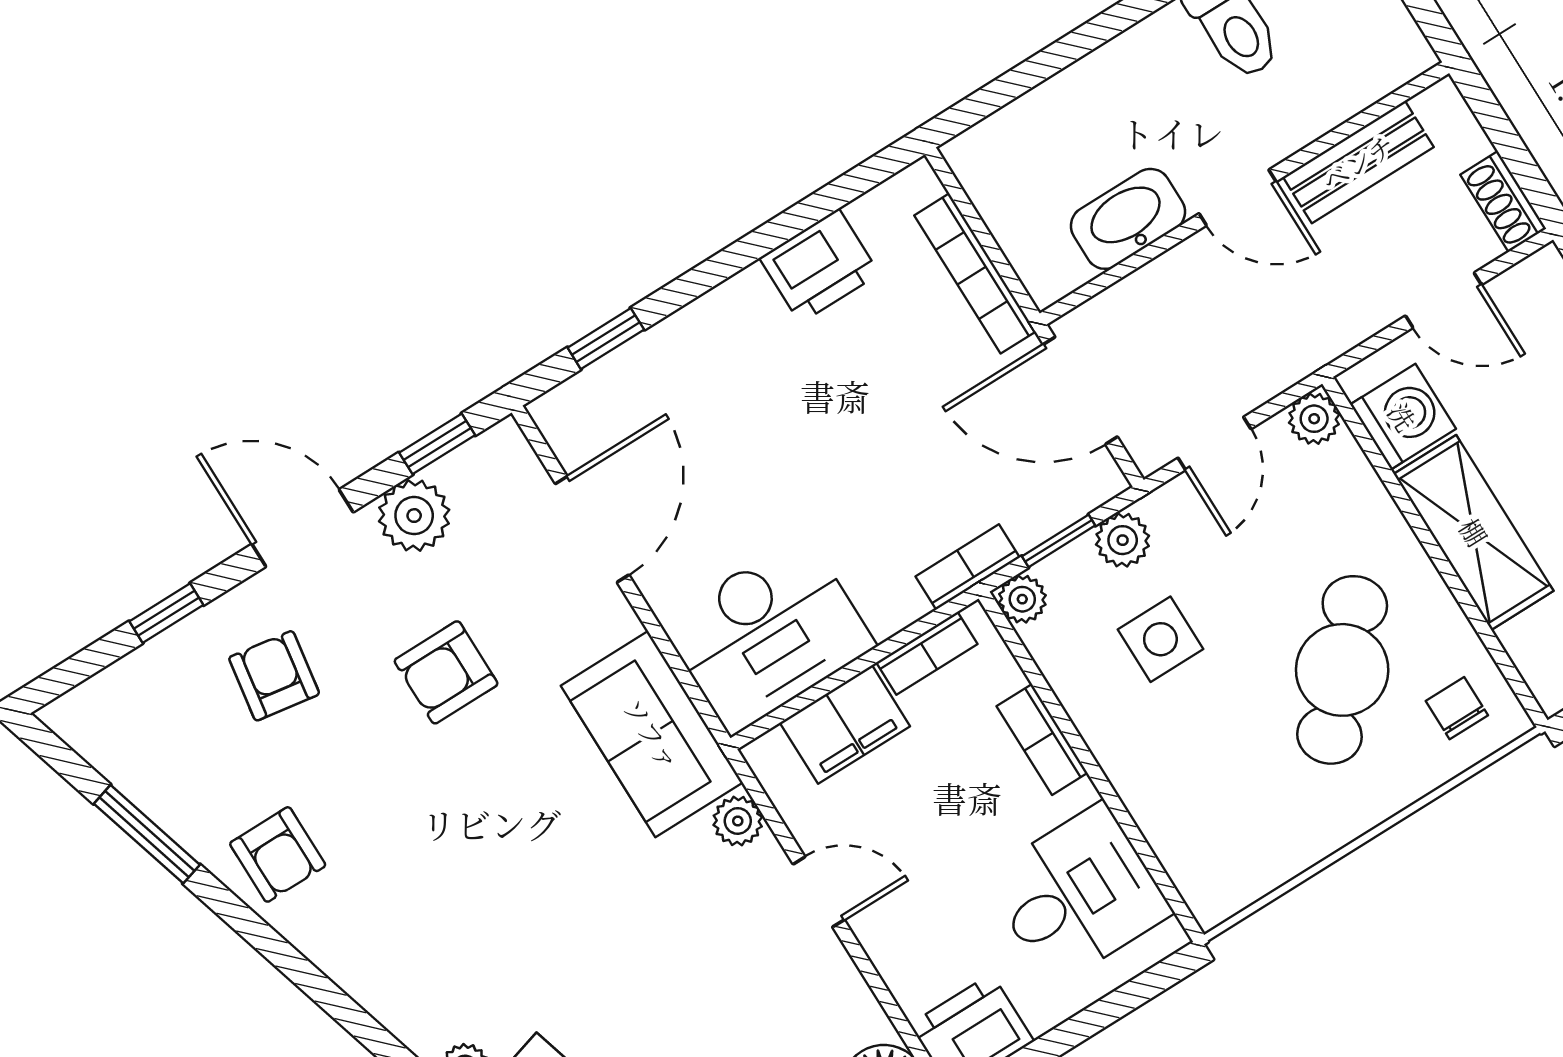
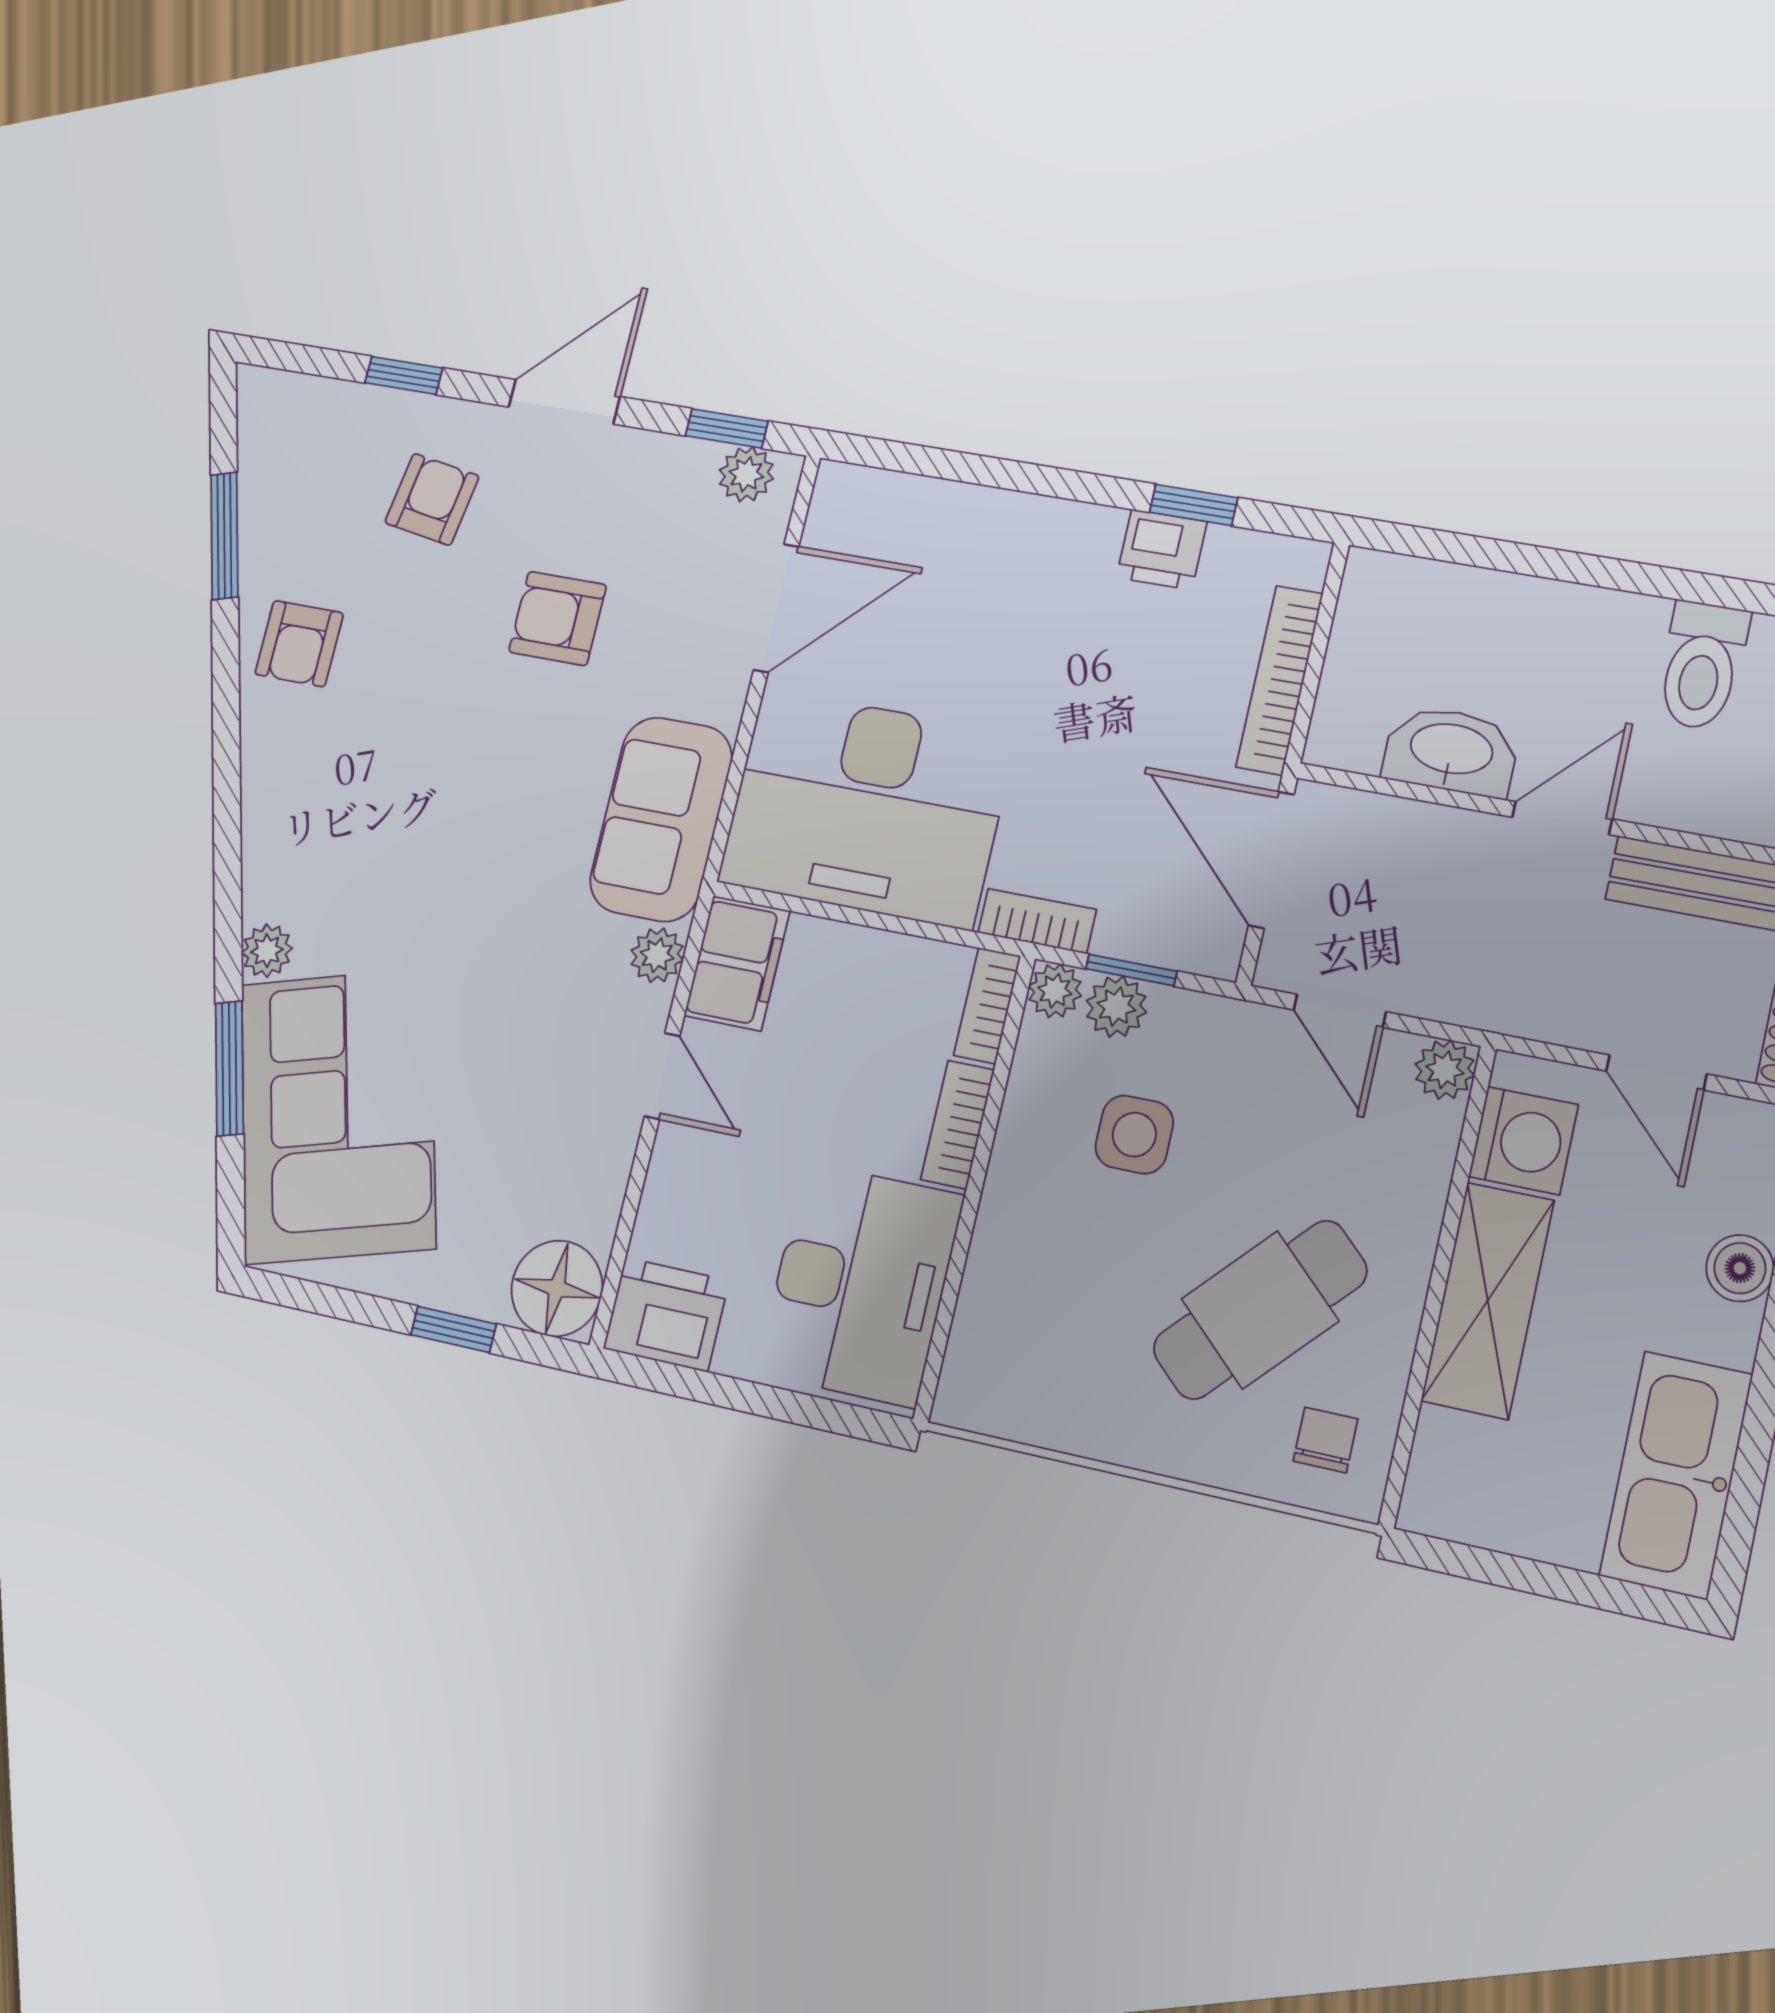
door: (1238, 198) -> (1562, 818), swing flipped
printer: (819, 266) -> (1162, 550), width x0.73, depth x0.81
window: (606, 339) -> (1194, 505), moved
door: (1214, 443) -> (1340, 1011), hinge flipped
plant: (414, 516) -> (746, 474), moved, width x0.73, depth x0.73
door: (302, 528) -> (564, 402), hinge flipped
plant: (1123, 540) -> (1116, 1007), moved
desk: (768, 634) -> (867, 808), width x1.36, depth x1.30
bookcase: (927, 653) -> (987, 1006), moved, turned 90
filing cabinet: (845, 724) -> (737, 963), moved, turned -90
desk: (1078, 894) -> (860, 1284), width x1.37

